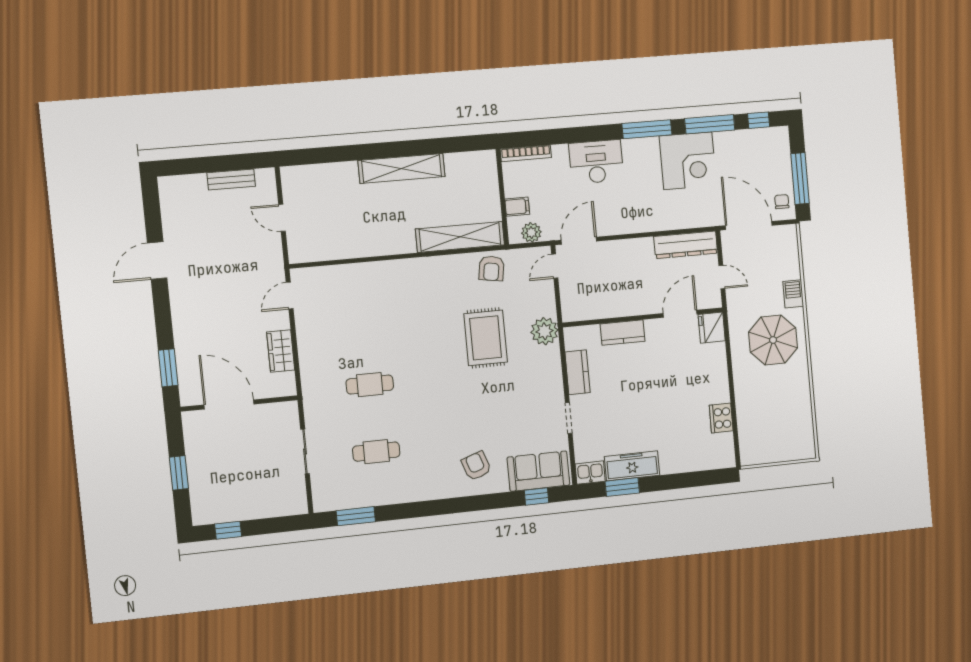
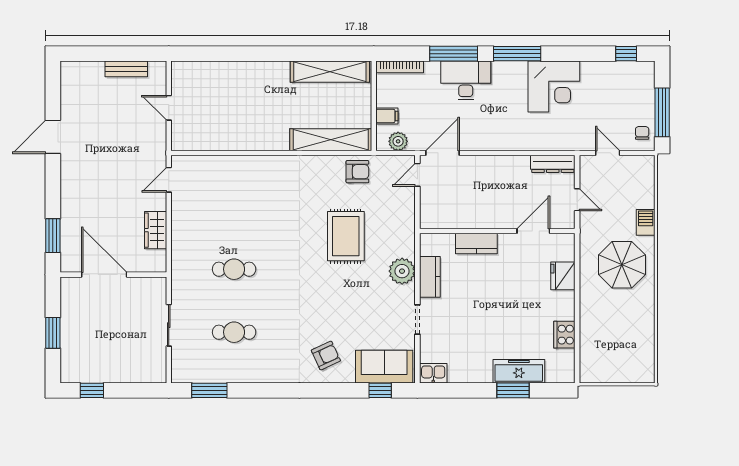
window: (710, 124) -> (454, 54), moved
shelving: (402, 168) -> (330, 72), moved
door: (749, 226) -> (608, 153), width x0.53
dresser: (686, 245) -> (553, 164), width x0.73, depth x0.80
armchair: (491, 268) -> (357, 172), turned -99
fridge: (712, 328) -> (563, 276), moved
plant: (545, 331) -> (402, 271), moved
armchair: (476, 466) -> (326, 355), turned 84
freezer: (632, 466) -> (519, 371), moved
window: (622, 487) -> (513, 390), moved

